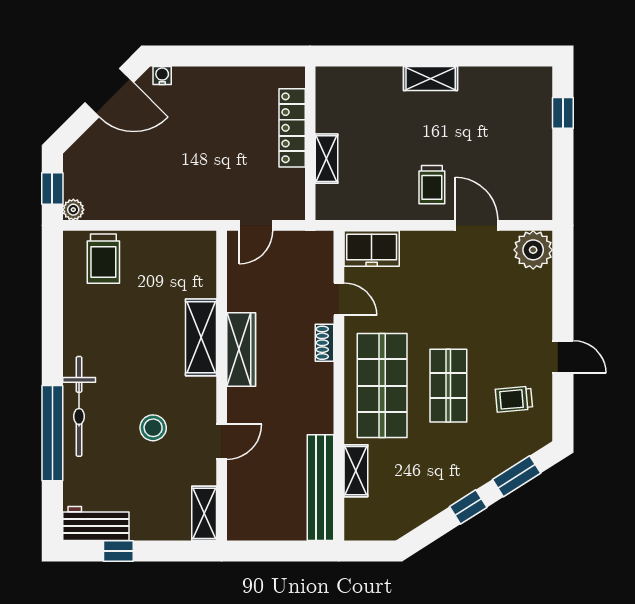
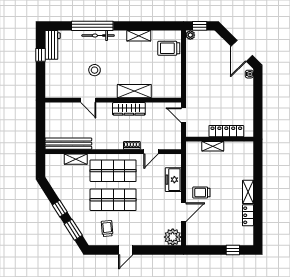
locker: (484, 79) -> (248, 215), added
freezer: (372, 248) -> (173, 180), moved
shop shelf: (448, 386) -> (113, 200), width x1.43, depth x1.36
bicycle: (79, 406) -> (98, 36), width x0.73, depth x0.71
shelving: (204, 513) -> (139, 36), moved

